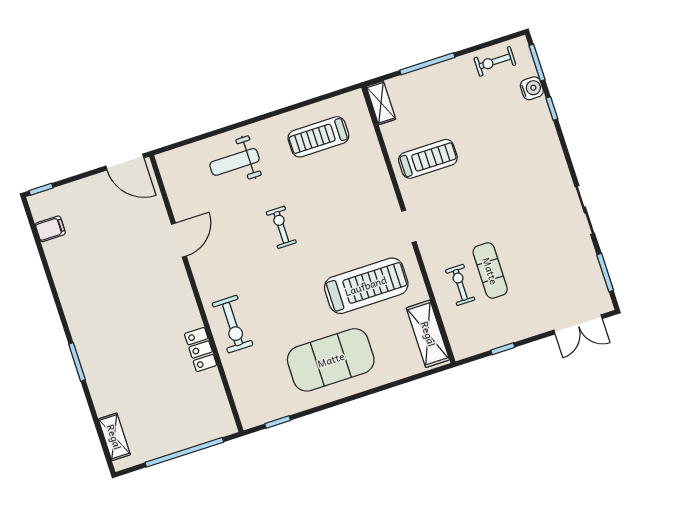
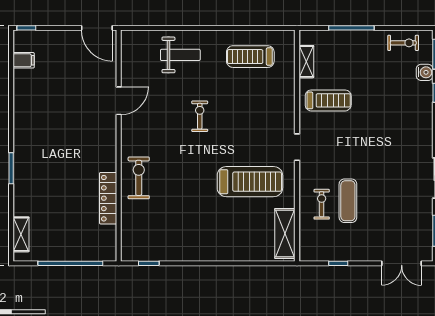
exercise bike: (495, 61) -> (403, 43), turned 180
shelving: (381, 103) -> (306, 62), moved
weight bench: (234, 162) -> (180, 55), turned 180
exercise bike: (233, 324) -> (139, 178), turned 180
locker: (201, 350) -> (108, 198), width x1.53
exercise mat: (331, 360) -> (205, 229), removed

